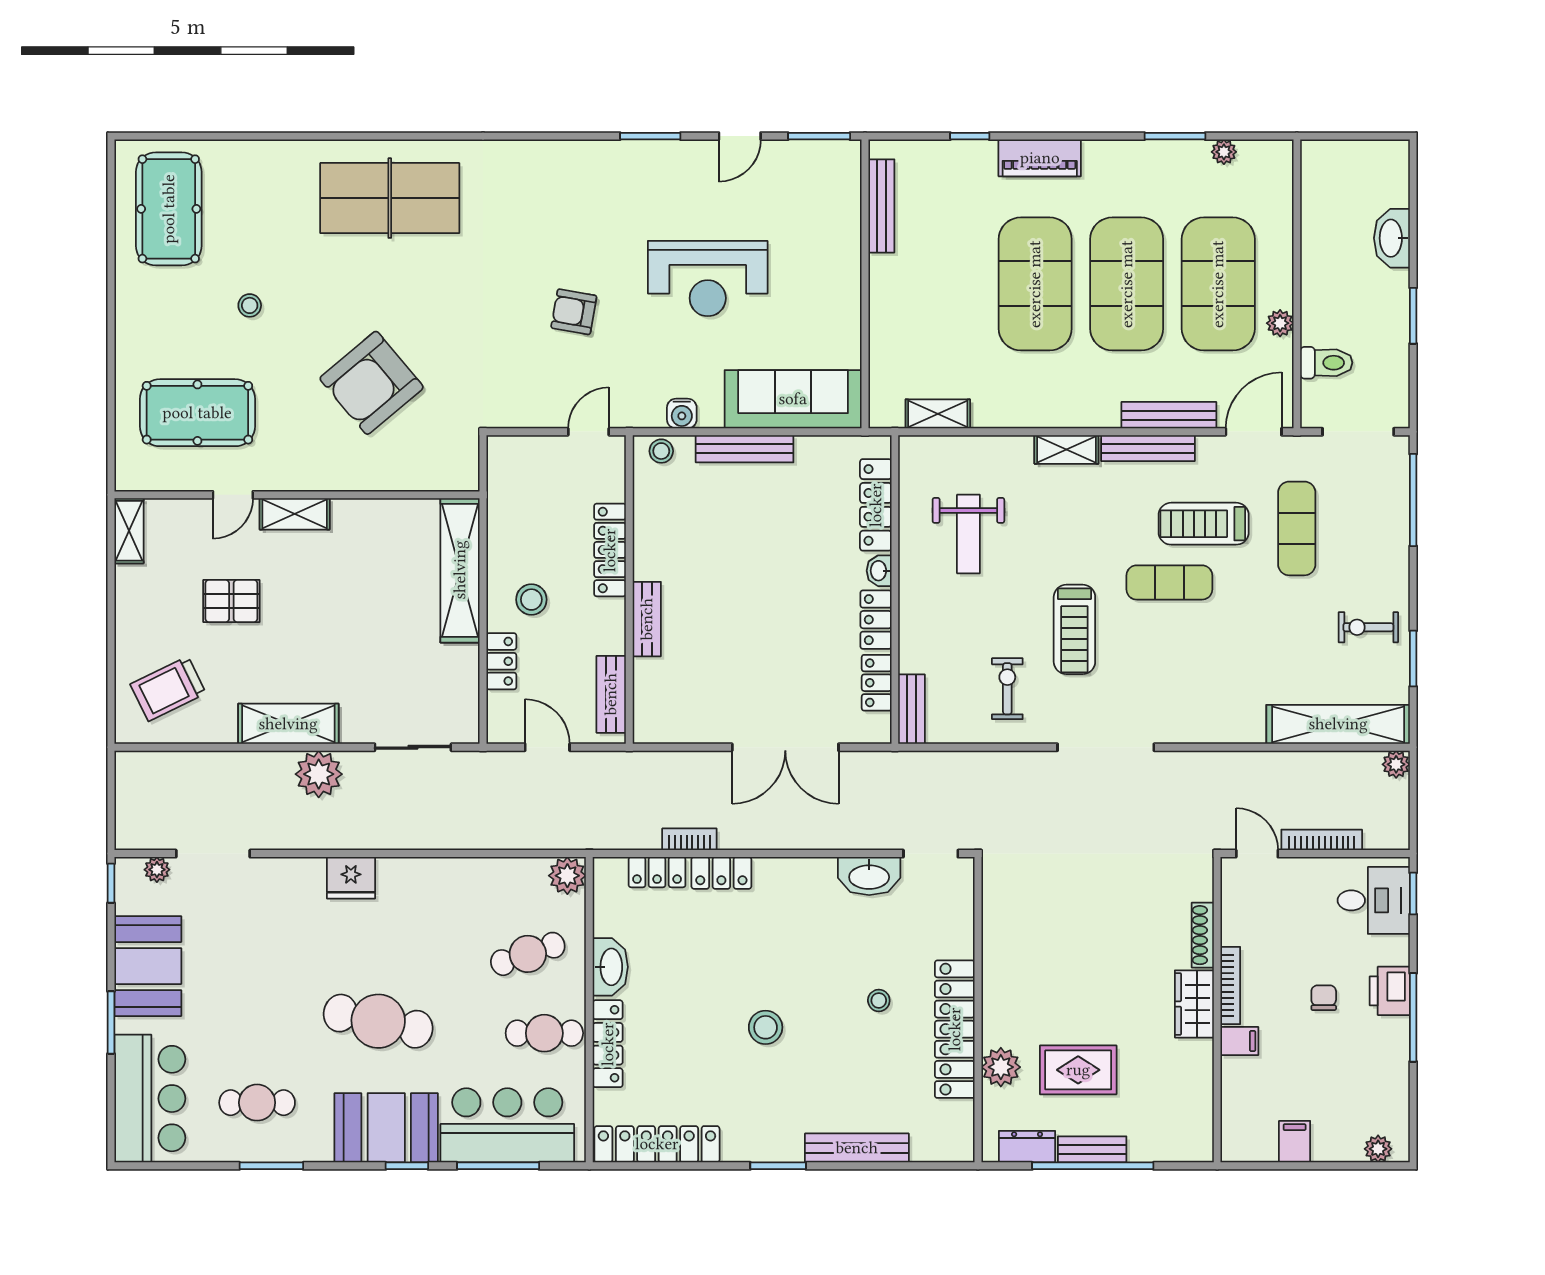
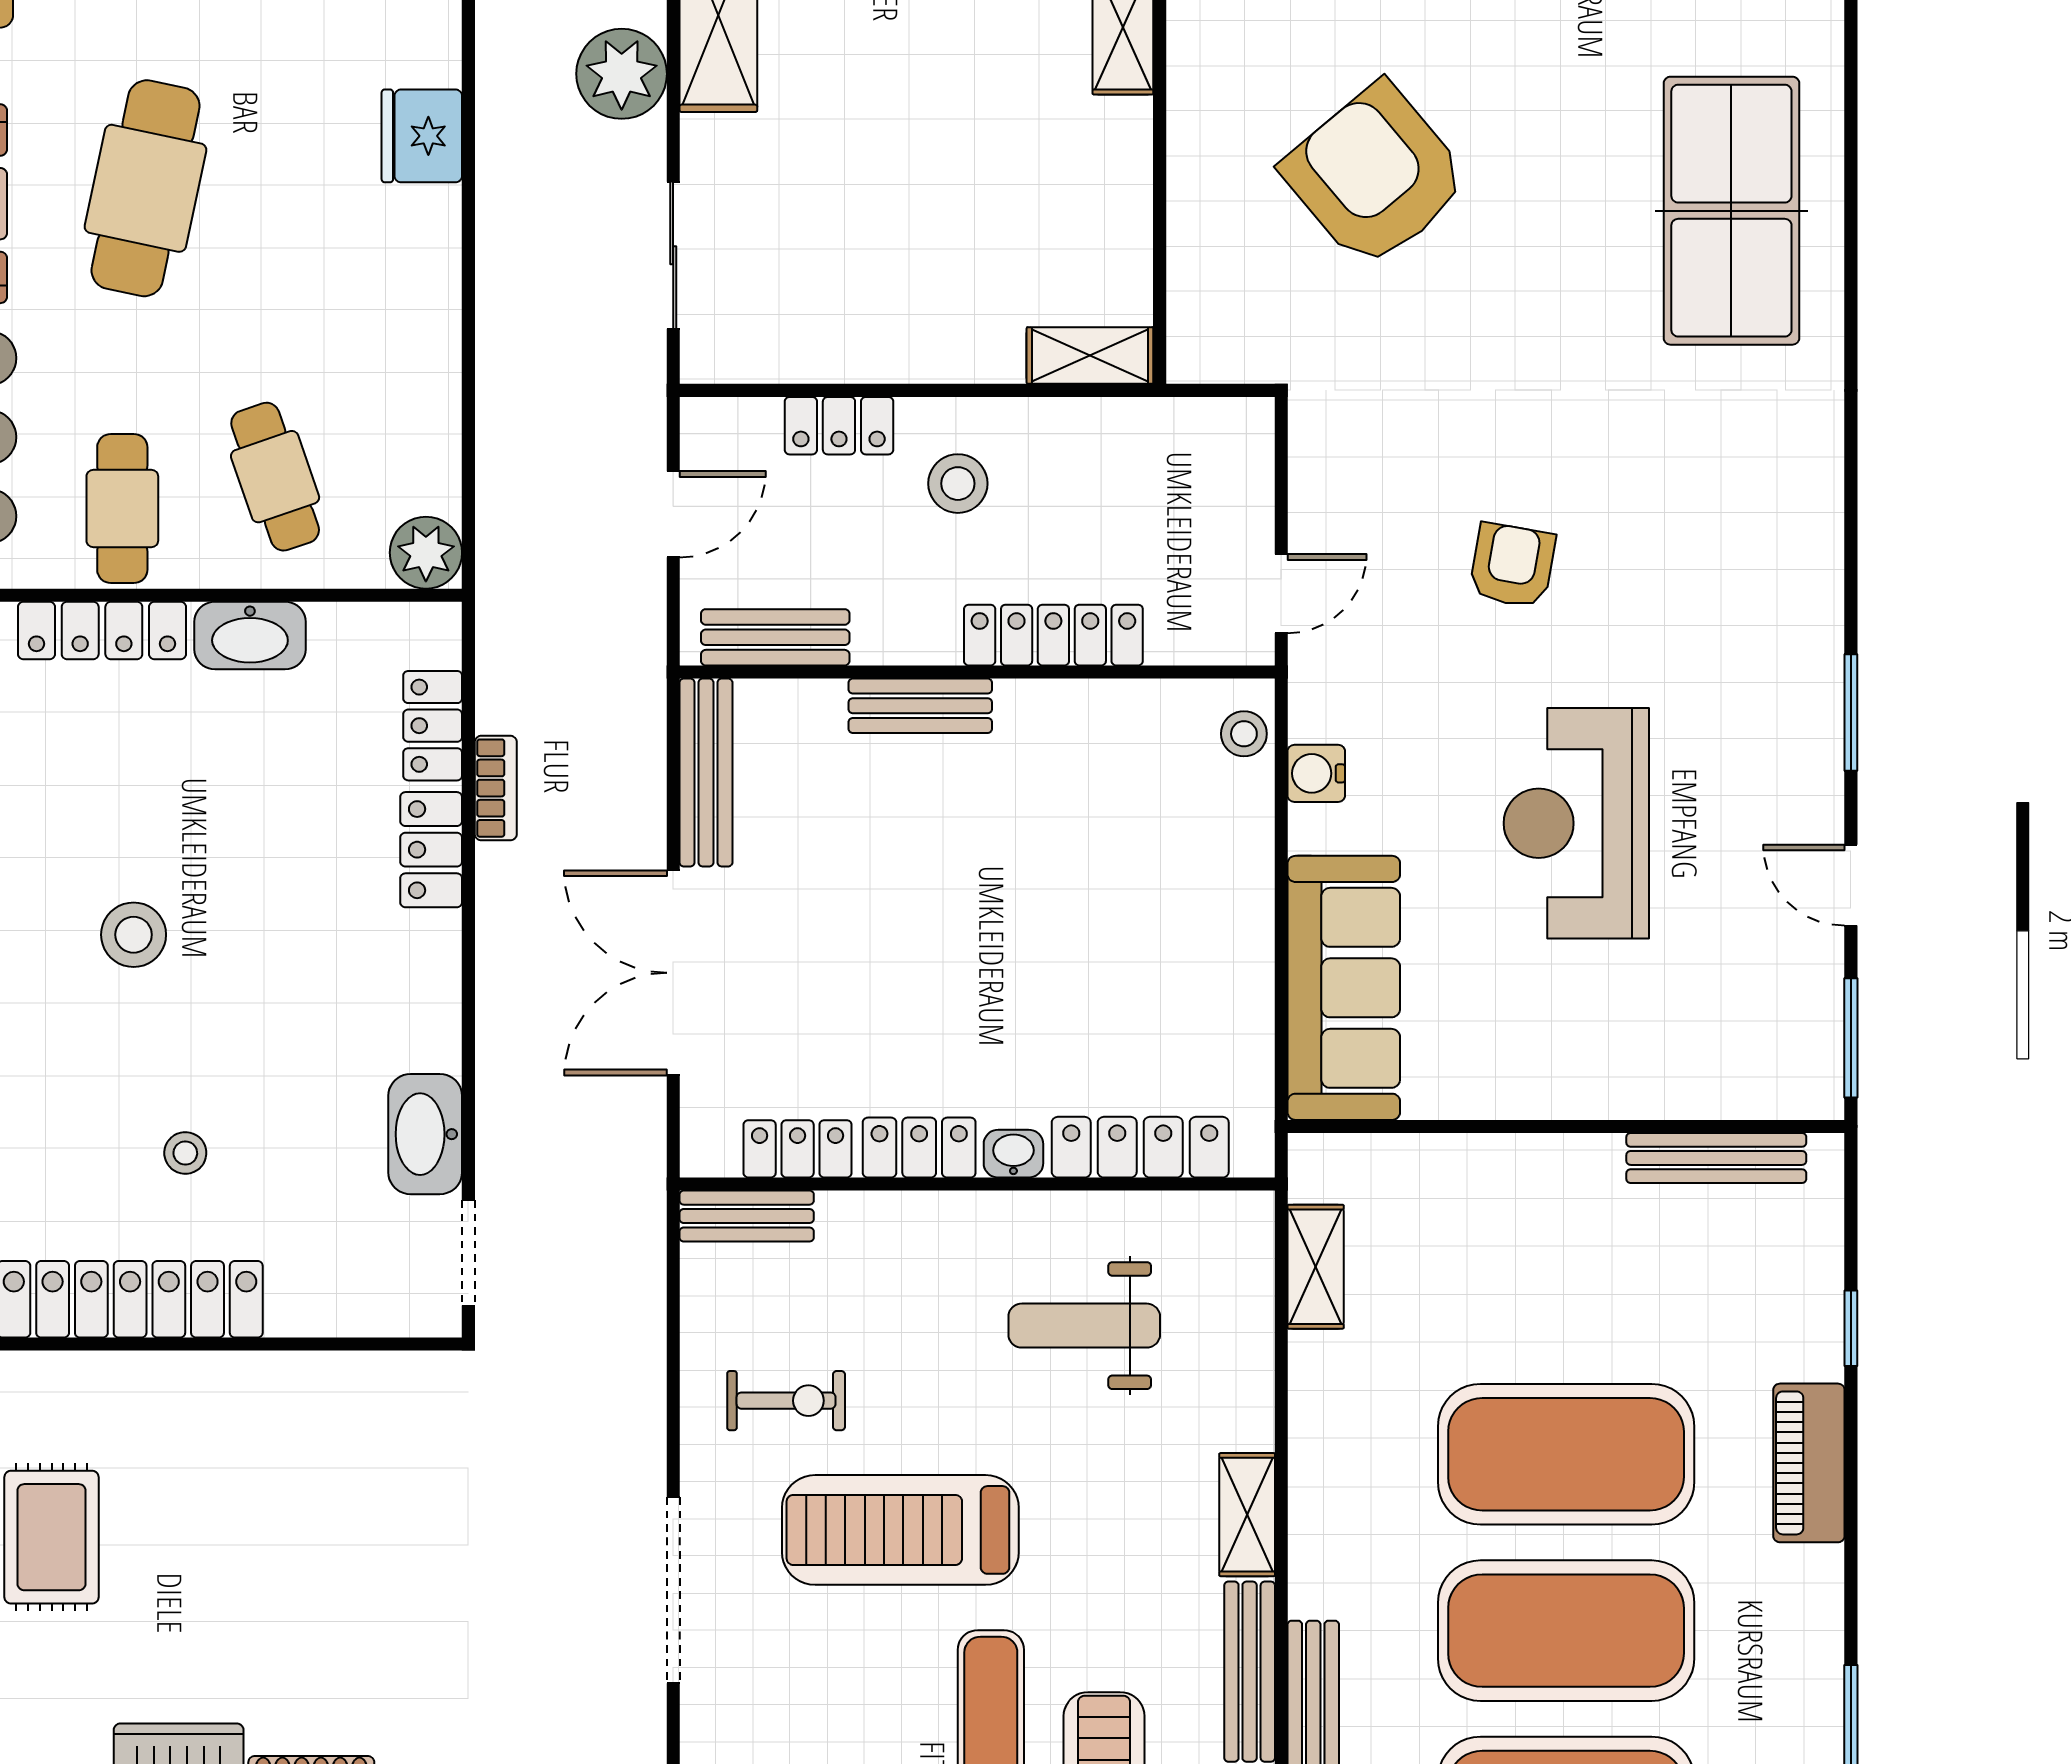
door: (588, 432) -> (1281, 594), hinge flipped
bench: (745, 449) -> (706, 773), moved
shelving: (460, 570) -> (1090, 356), width x0.45, depth x0.75
treadmill: (1074, 629) -> (900, 1530), width x1.37, depth x1.38
plant: (1001, 1067) -> (57, 1388), removed

